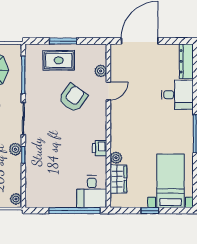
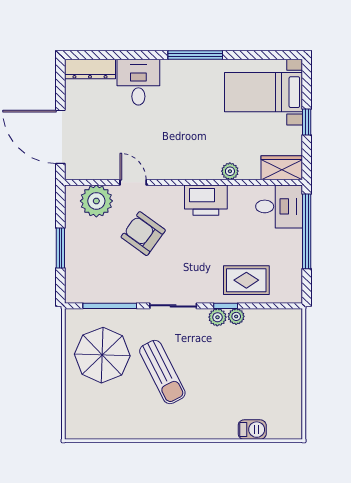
rug: (59, 60) -> (246, 280), moved, turned 90
plant: (101, 71) -> (96, 201), width x1.88, depth x1.88
printer: (100, 148) -> (206, 200), width x1.87, depth x1.48
wardrobe: (118, 179) -> (282, 168), moved
plant: (16, 199) -> (236, 316), moved

